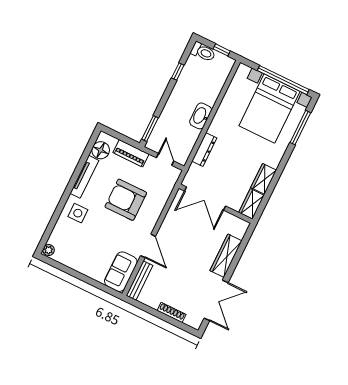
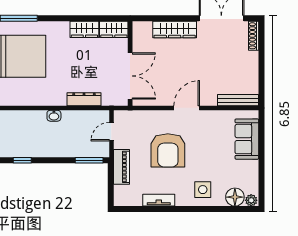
washbasin: (201, 116) -> (54, 116), width x0.52, depth x0.69
floor lamp: (101, 150) -> (235, 197), moved
tv unit: (84, 177) -> (159, 200), width x0.71
door: (148, 246) -> (187, 108), moved
sofa: (121, 272) -> (247, 139), moved, turned 90
shoe rack: (172, 313) -> (254, 36), moved

